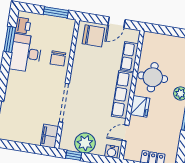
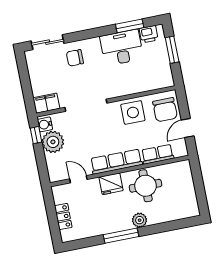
window: (56, 12) -> (172, 50), moved
door: (116, 22) -> (188, 128), hinge flipped
chair: (58, 58) -> (75, 58), moved
side table: (85, 64) -> (133, 112), added
water cooler: (112, 152) -> (45, 124), moved

